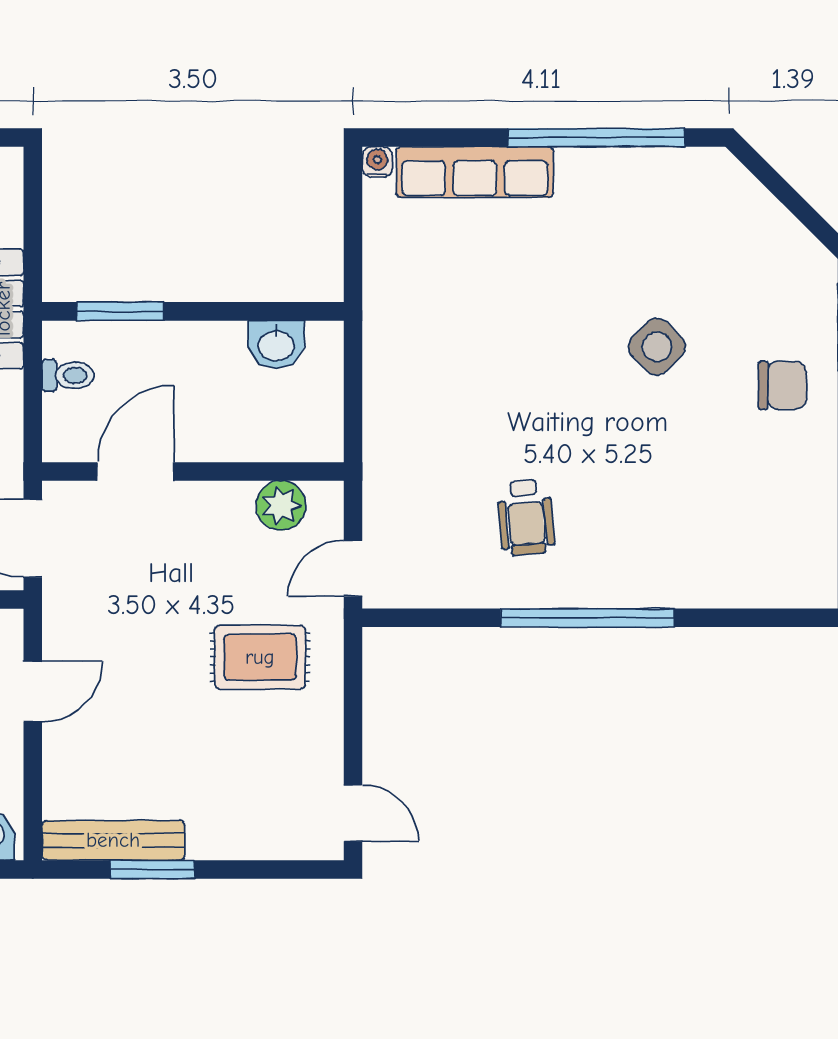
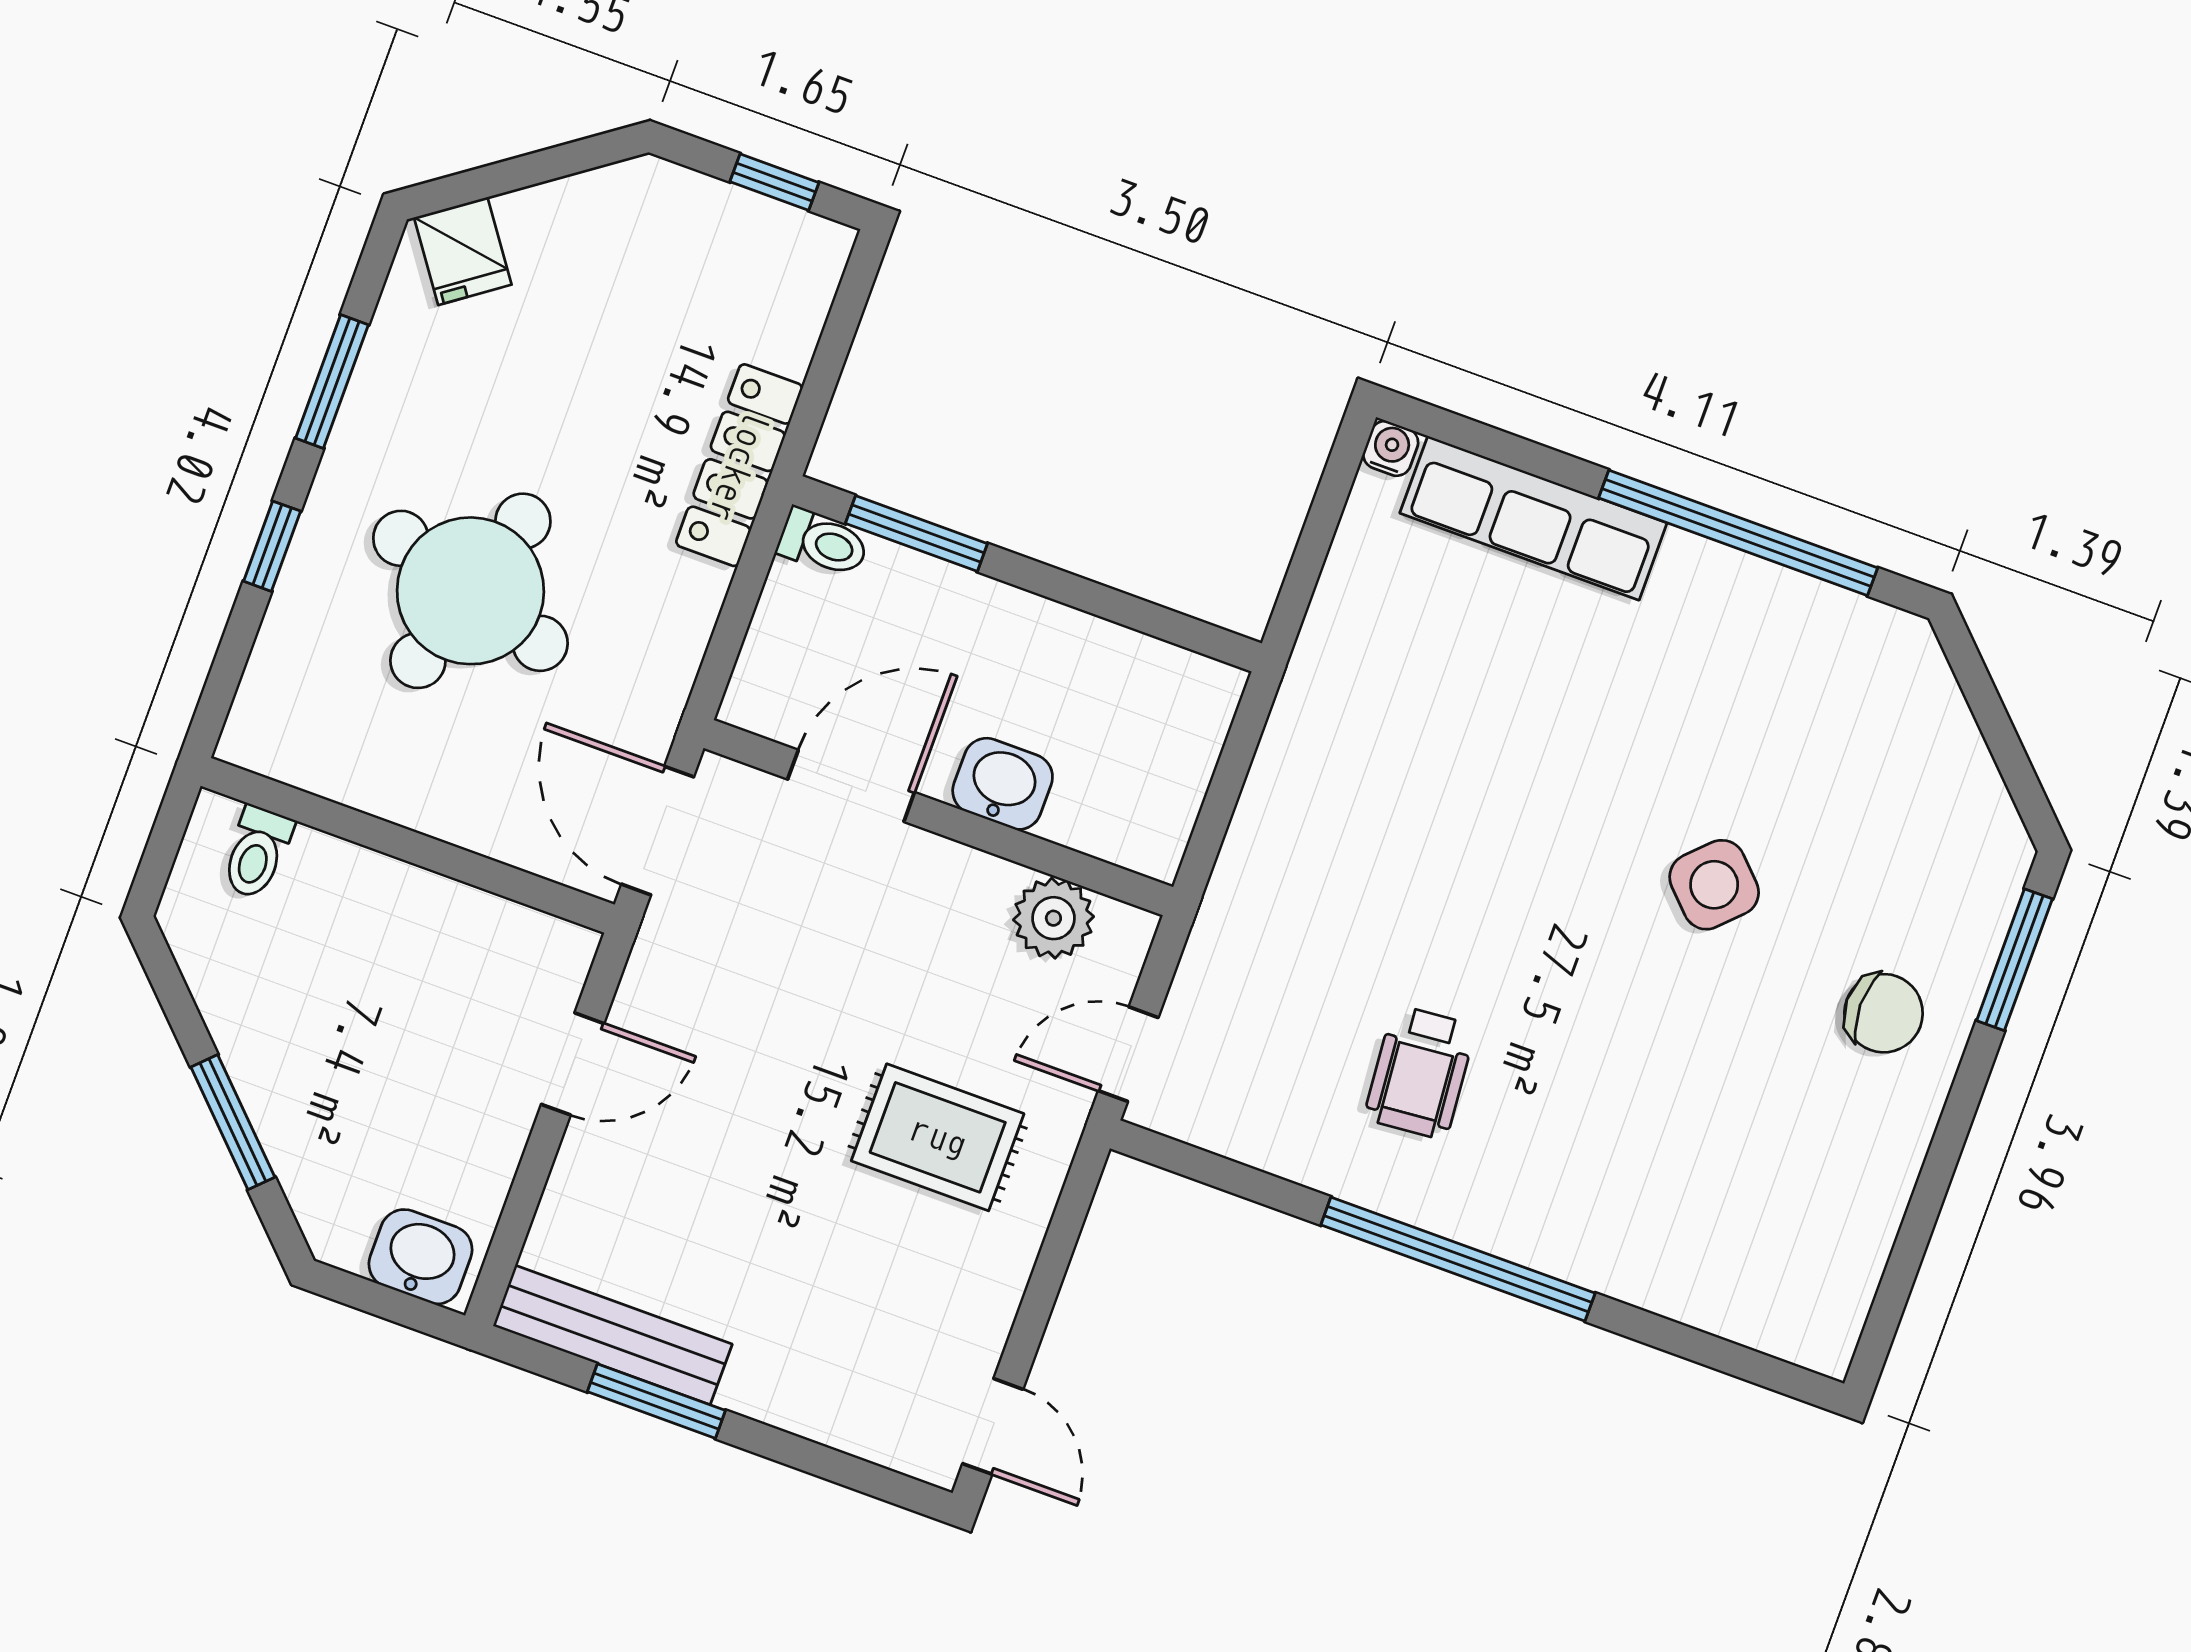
washbasin: (276, 345) -> (1003, 784), moved, turned 180
toilet: (68, 375) -> (823, 543), moved

